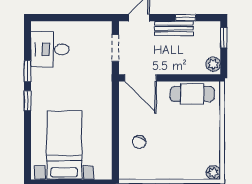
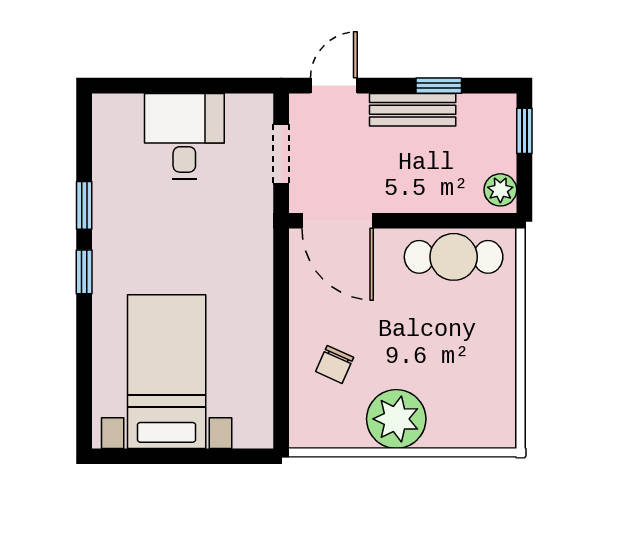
desk: (50, 49) -> (184, 136), moved, turned 90
plant: (213, 172) -> (396, 419), moved, width x1.87, depth x1.87

